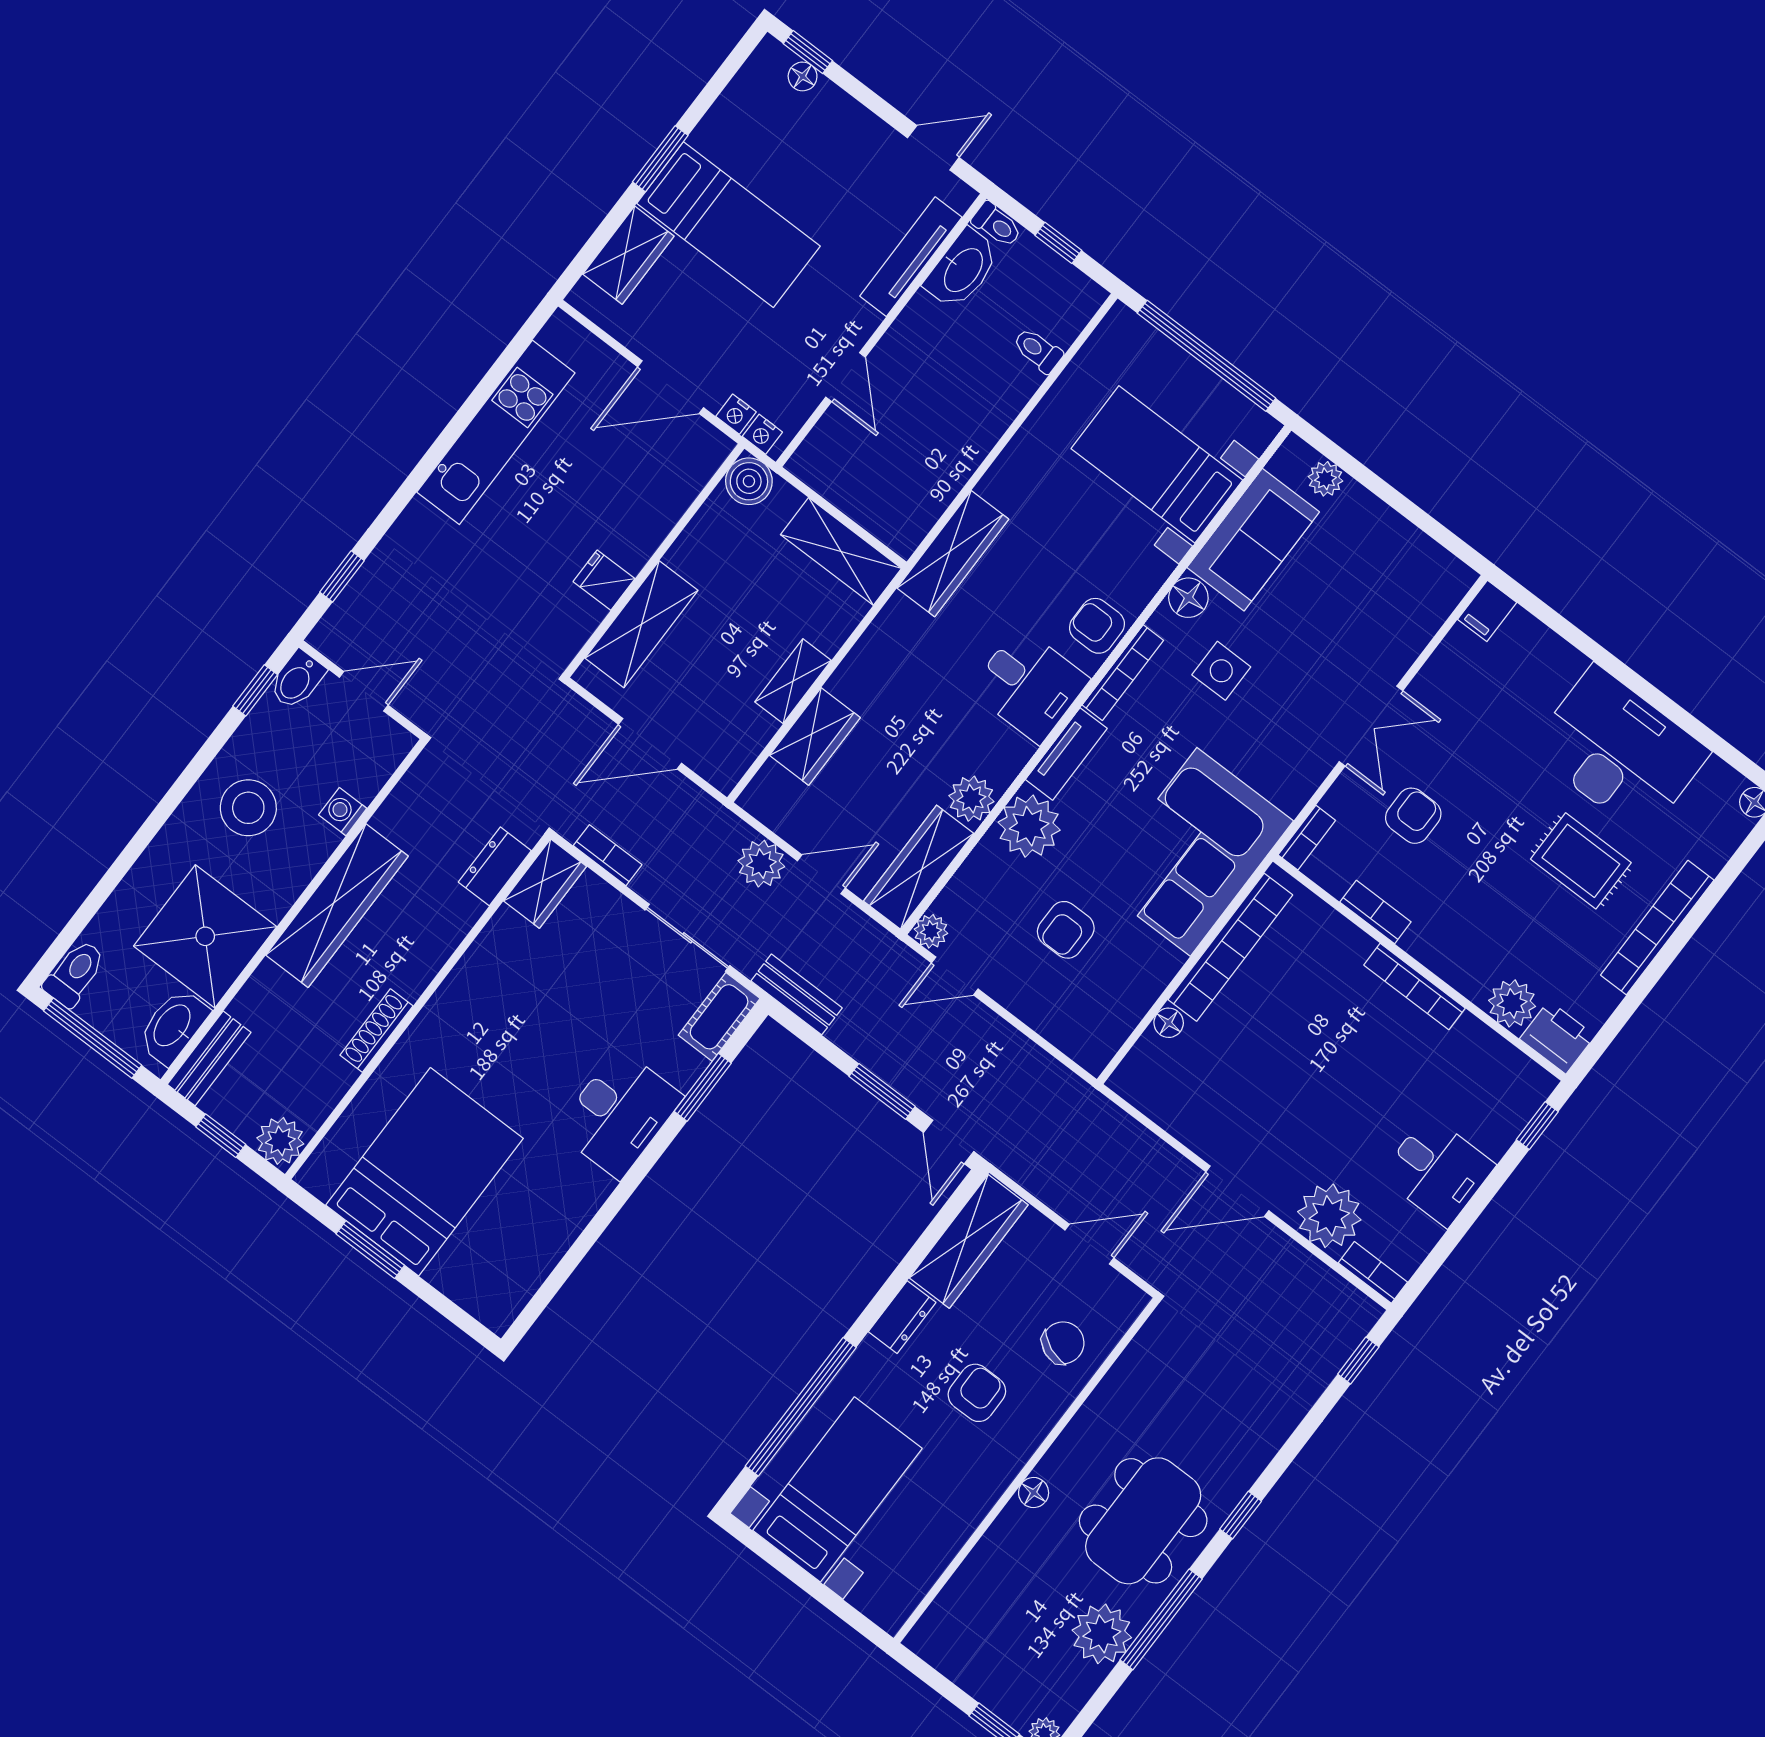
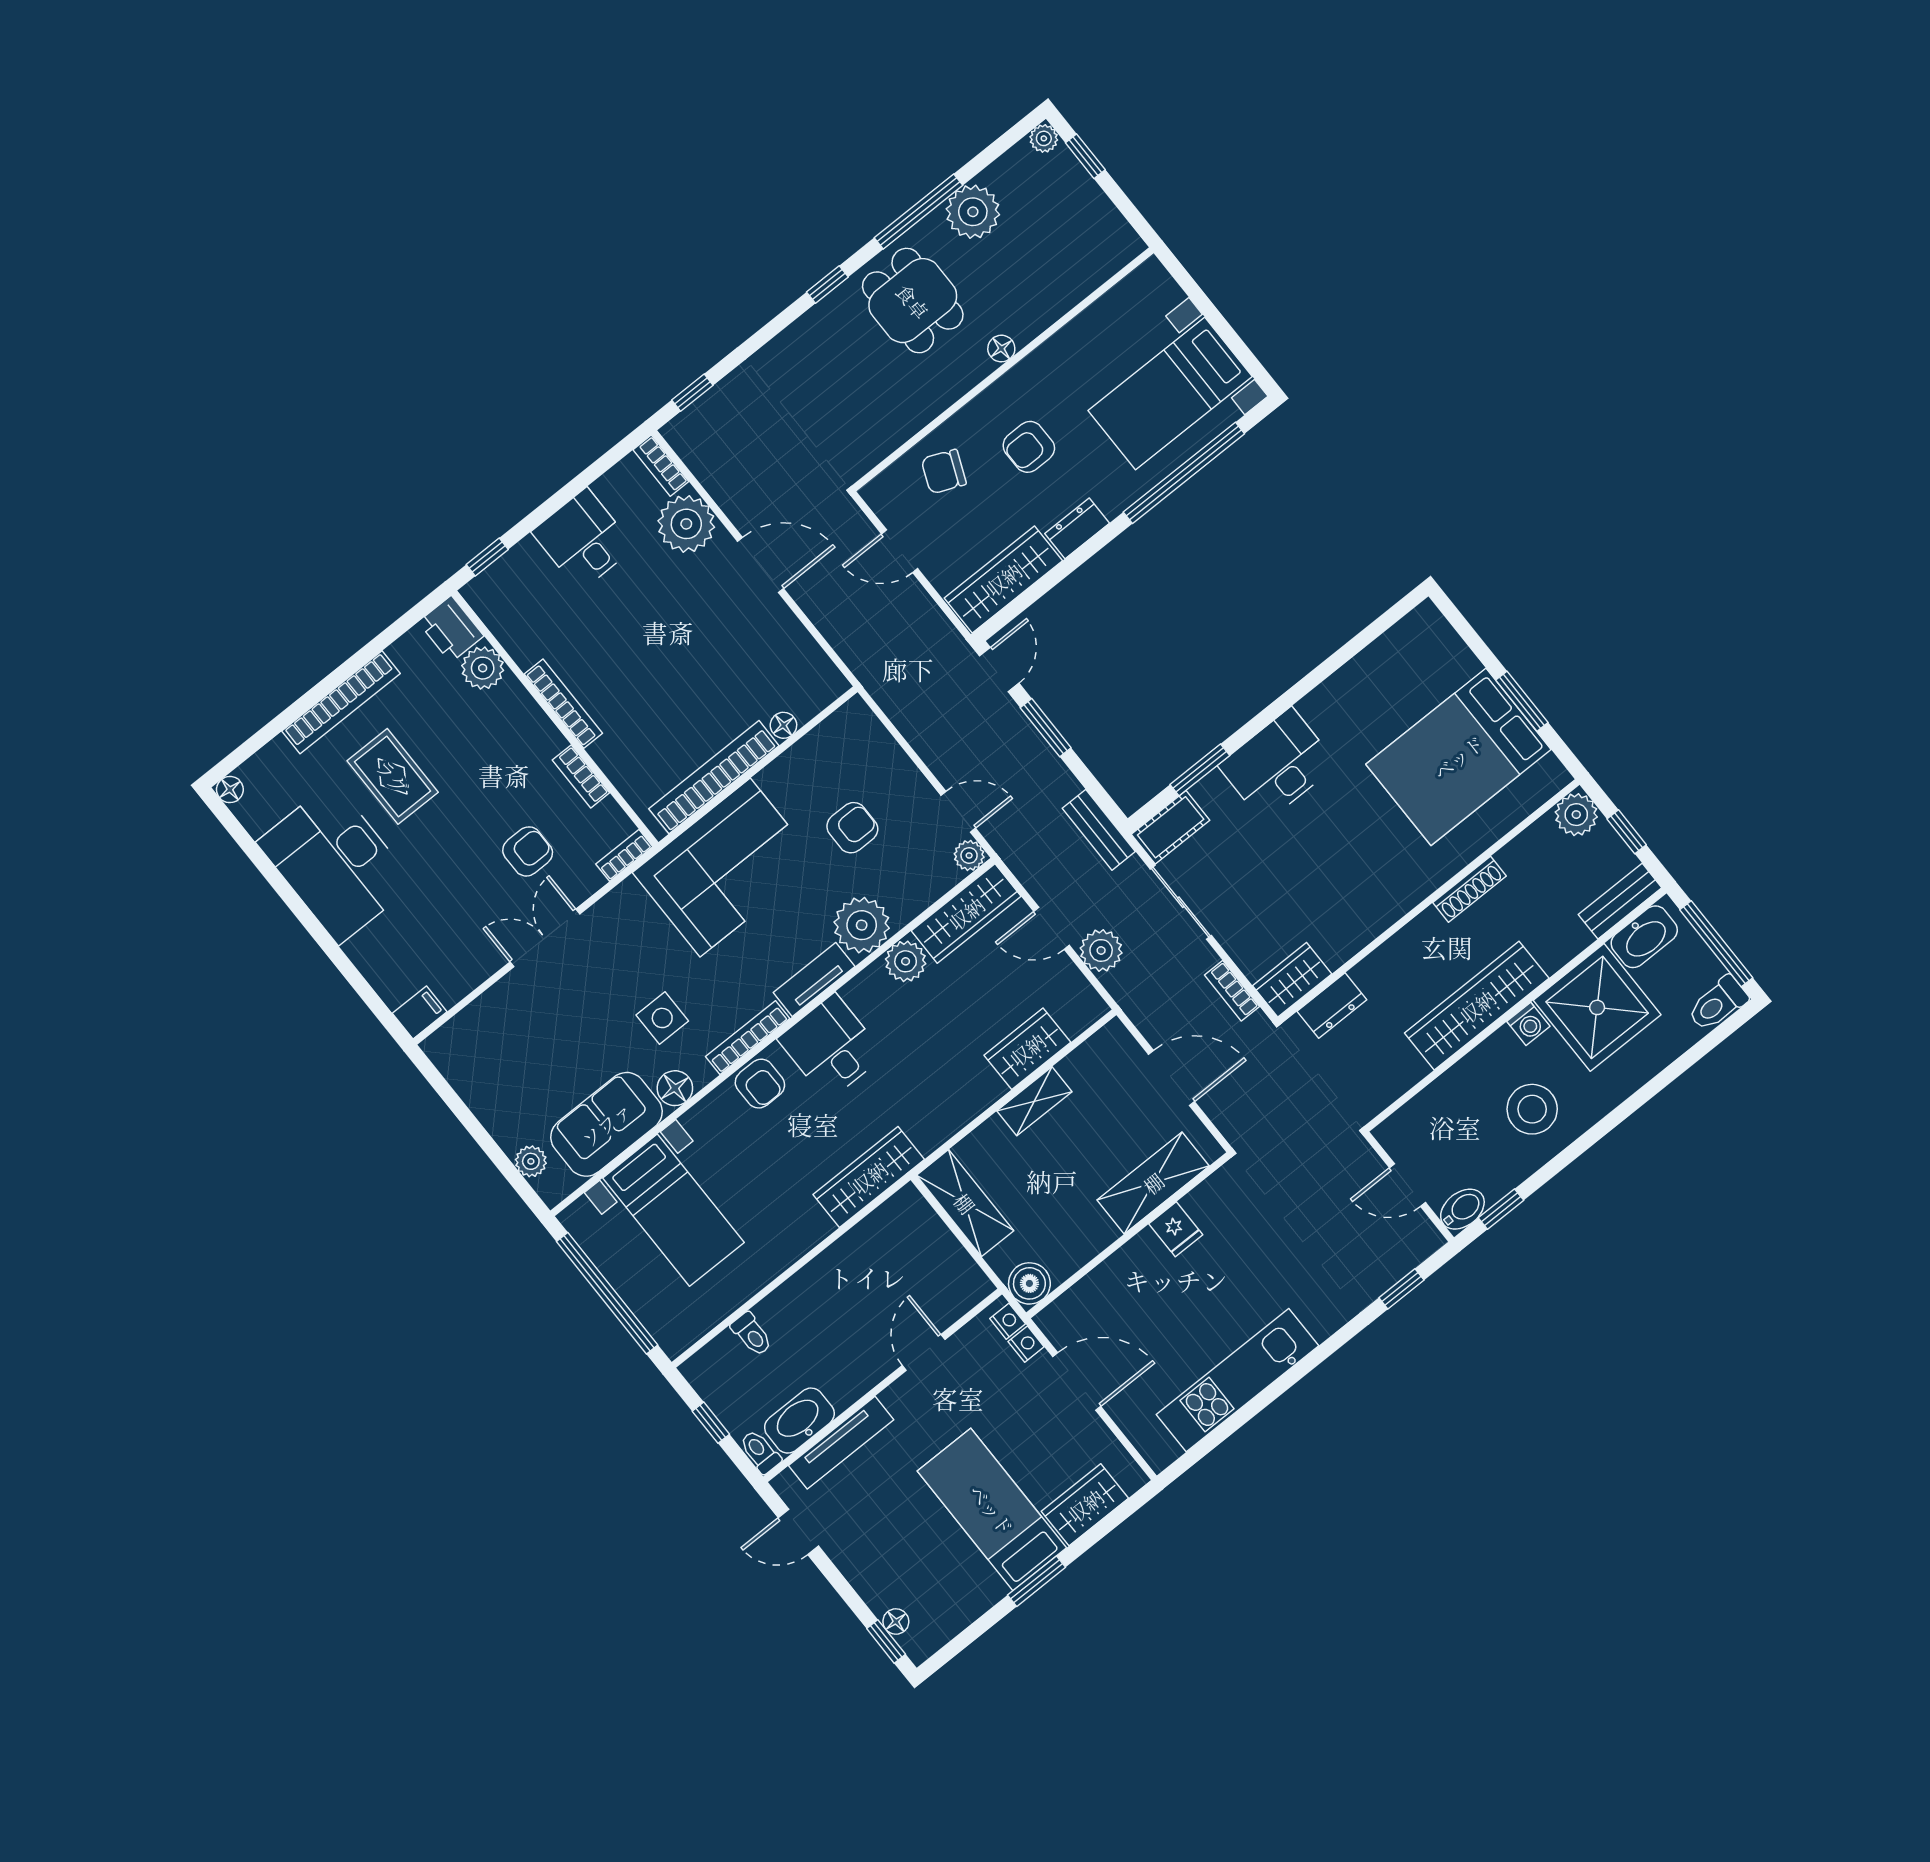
washing machine: (343, 812) -> (1528, 1024), moved
armchair: (1413, 816) -> (528, 851), turned 180
dining table: (1143, 1521) -> (913, 301), width x0.73

